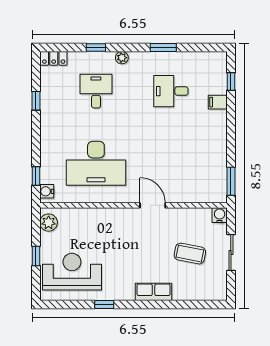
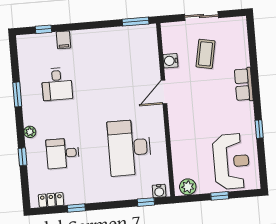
locker: (54, 58) -> (51, 200), moved, turned -90
desk: (96, 163) -> (129, 148), turned 180
water cooler: (220, 215) -> (170, 61), moved
reception desk: (72, 272) -> (231, 161), turned 180

